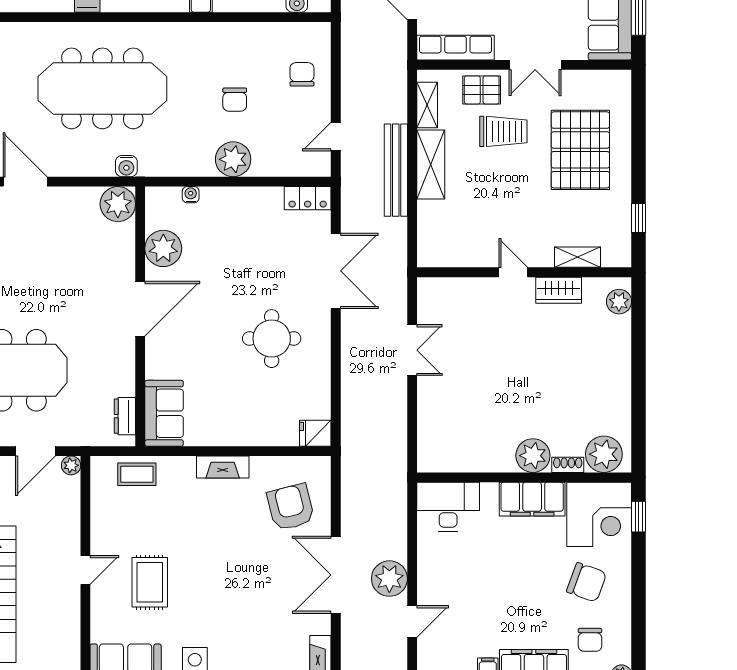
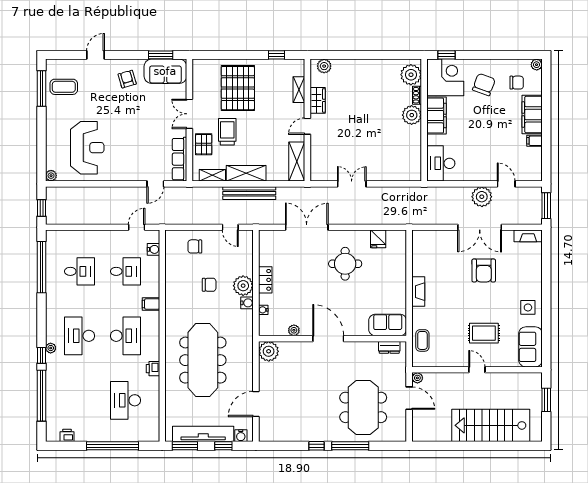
double door: (535, 65) -> (189, 114), swing flipped
pallet: (580, 150) -> (238, 88), turned 90
water cooler: (126, 166) -> (247, 303), moved
locker: (308, 198) -> (265, 280), moved
plant: (163, 248) -> (294, 330), width x0.53, depth x0.53
shelving: (451, 254) -> (297, 161), added
fridge: (315, 433) -> (378, 239), moved
armchair: (291, 507) -> (484, 271), moved, turned -76

